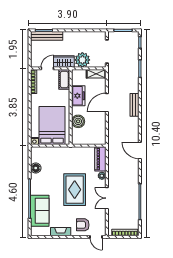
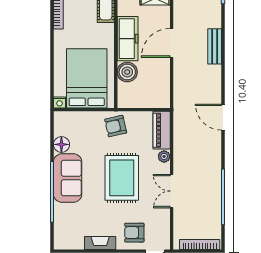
freezer: (78, 96) -> (128, 39), width x1.40
armchair: (71, 156) -> (116, 126), added
sofa: (40, 211) -> (68, 178), moved

